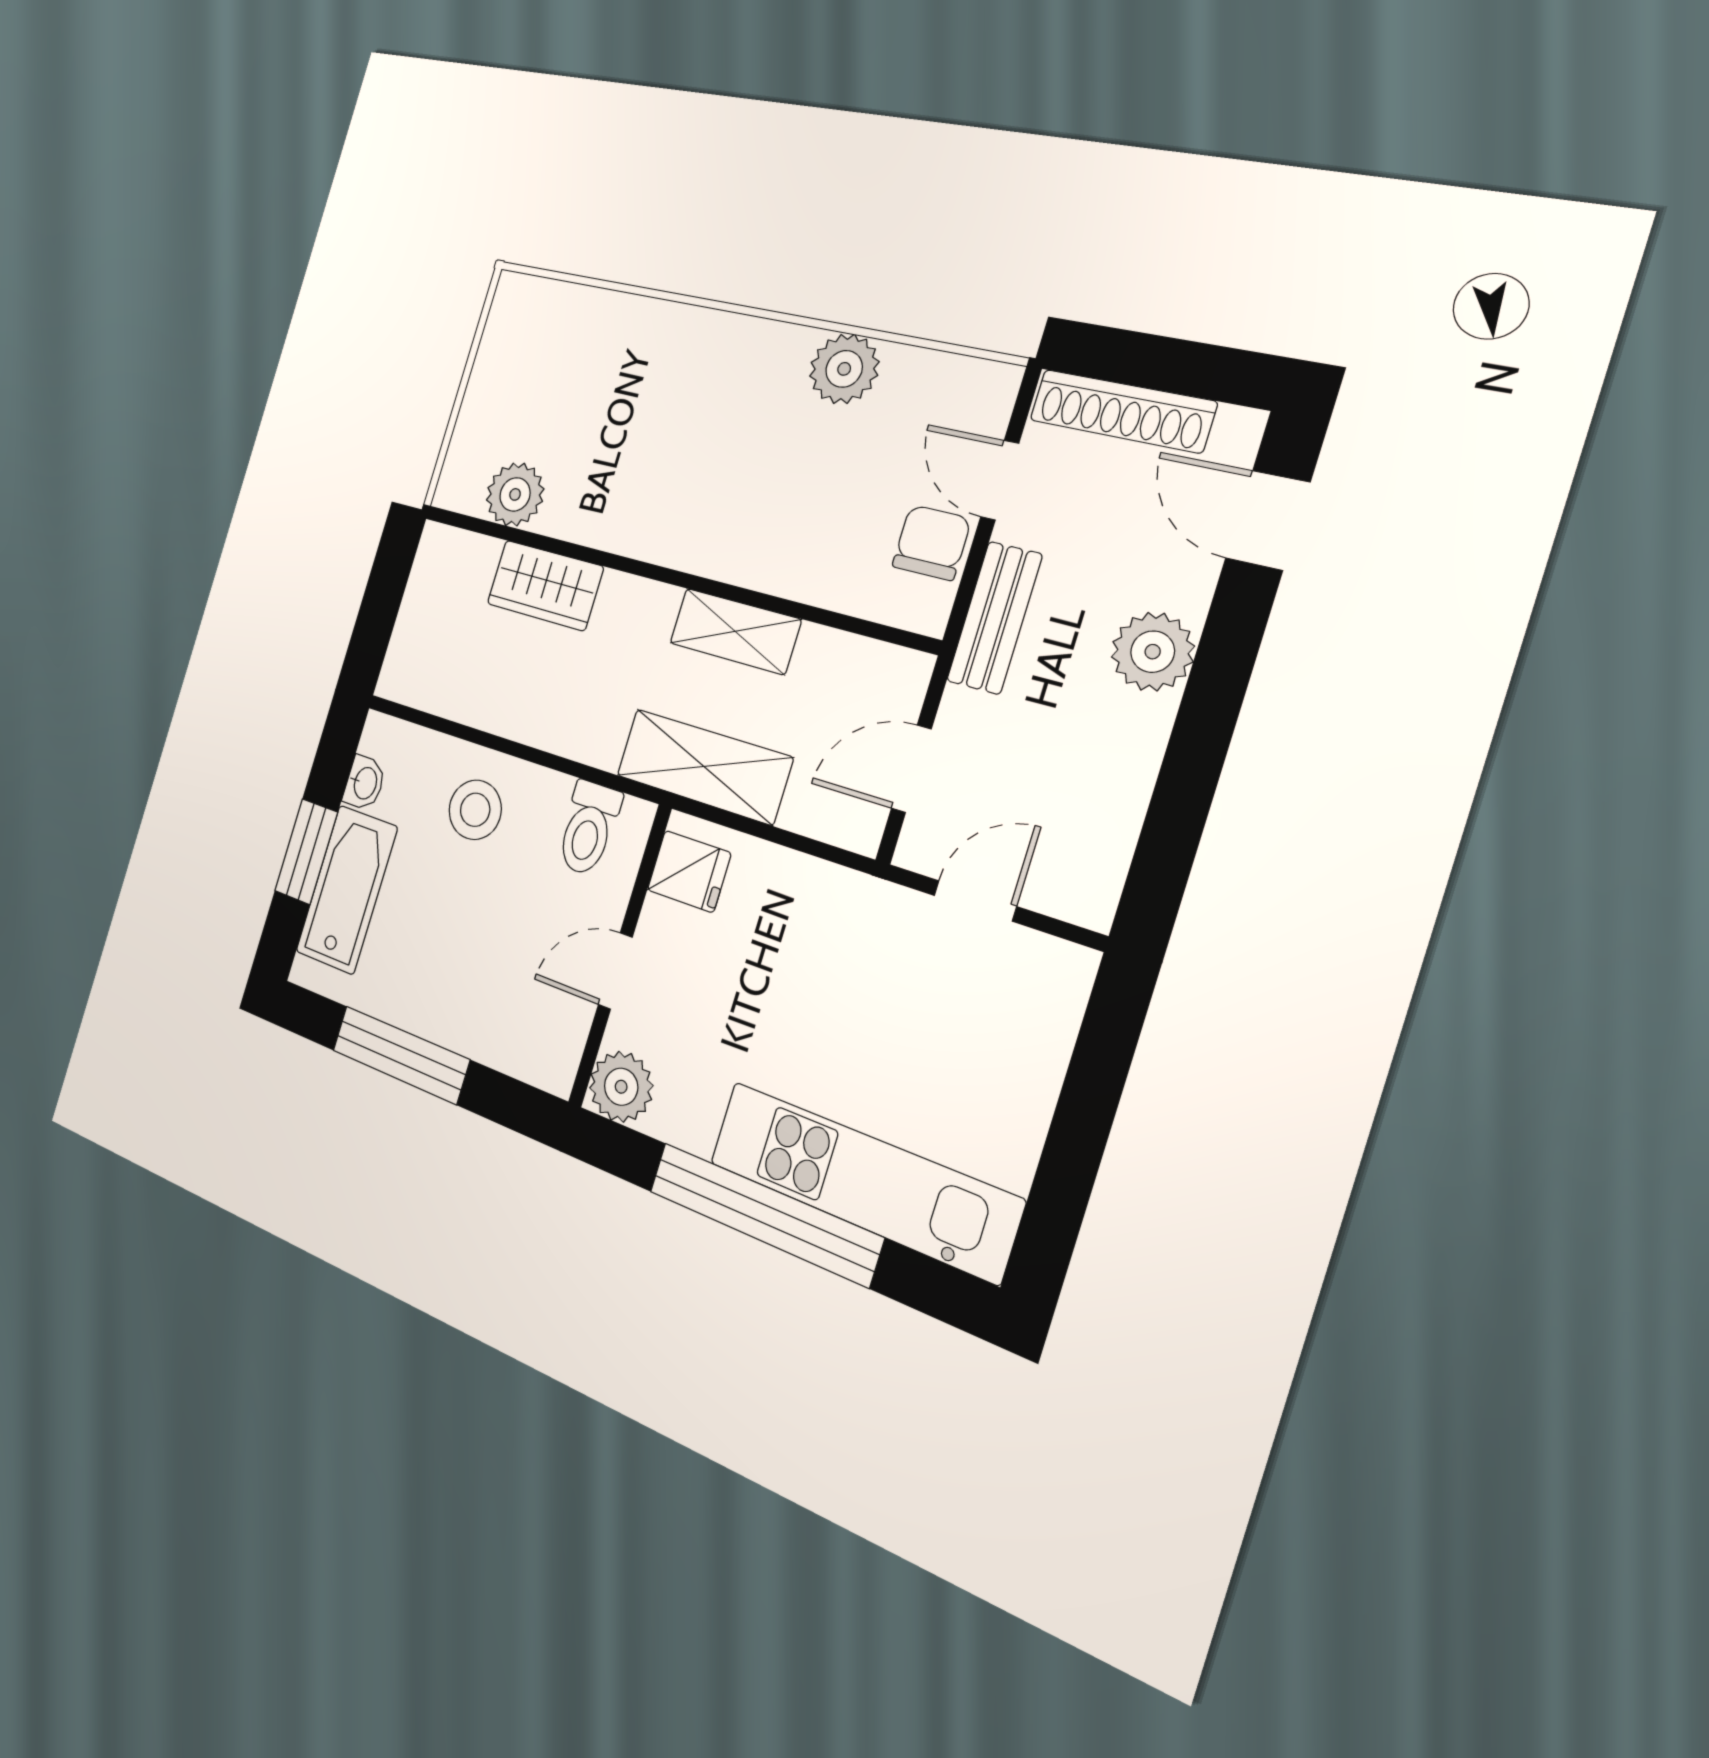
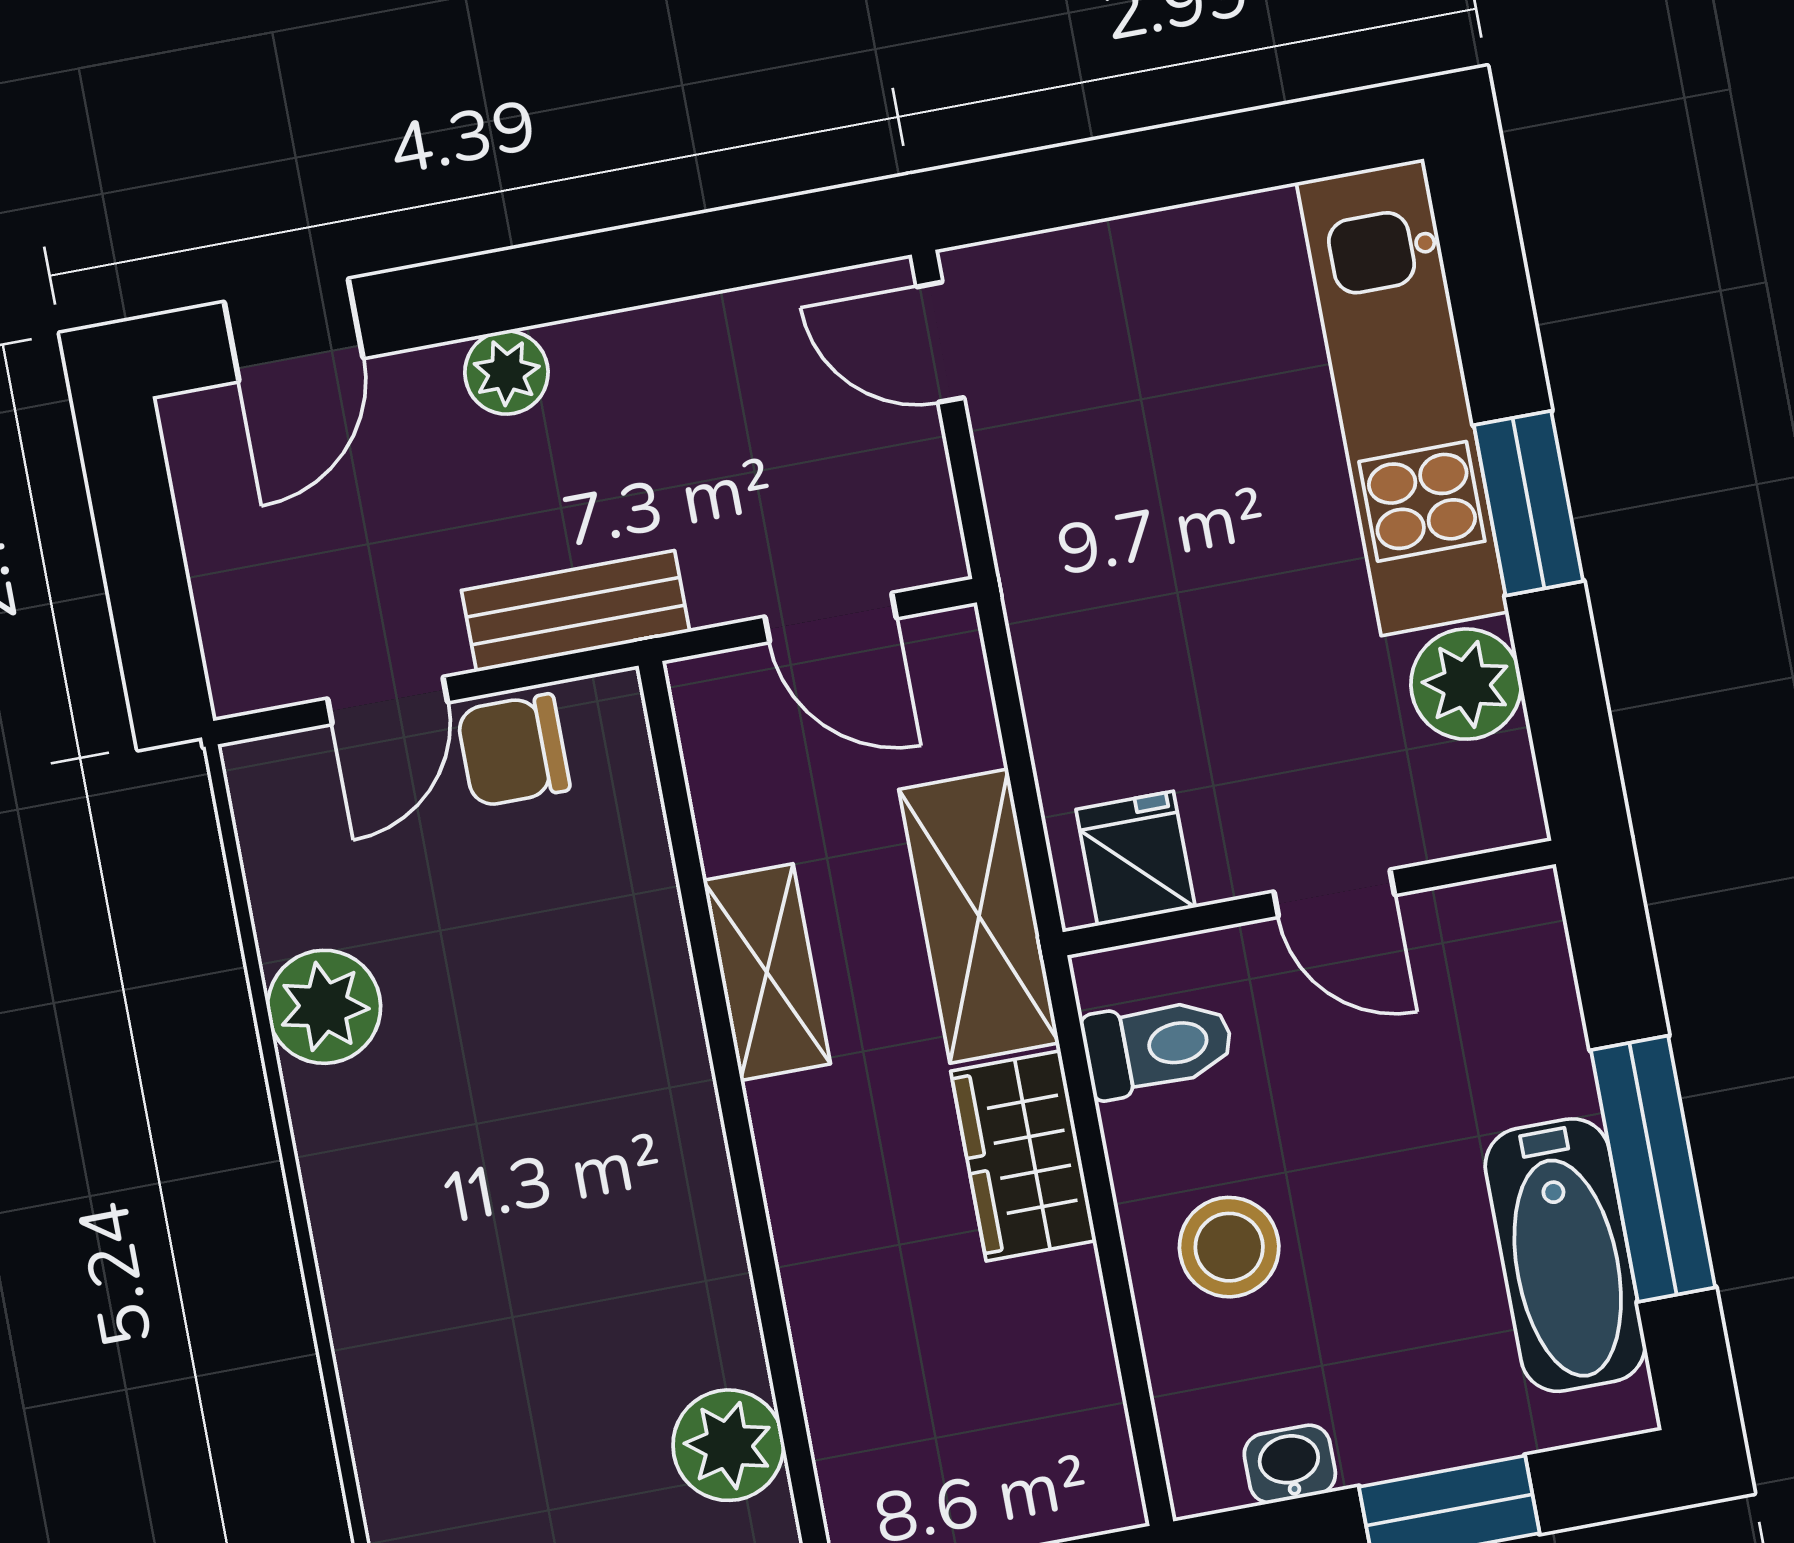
shoe rack: (1122, 411) -> (227, 584), removed
wardrobe: (545, 585) -> (1023, 1156), moved, turned 180
plant: (1153, 652) -> (506, 372), width x0.73, depth x0.73
bathtub: (347, 890) -> (1565, 1255), moved, turned -90
door: (975, 901) -> (940, 342), moved
plant: (621, 1087) -> (1466, 684), moved
window: (764, 1214) -> (1528, 503), width x0.47

